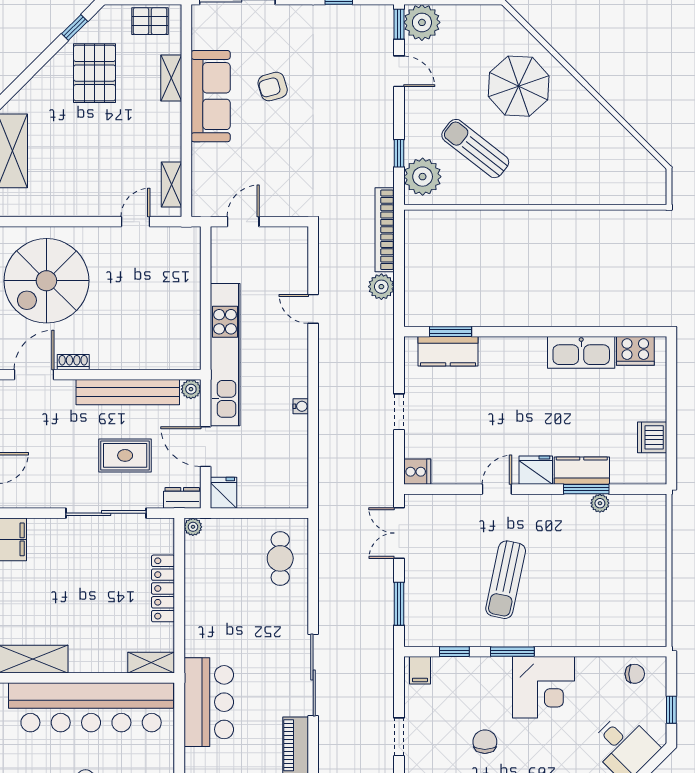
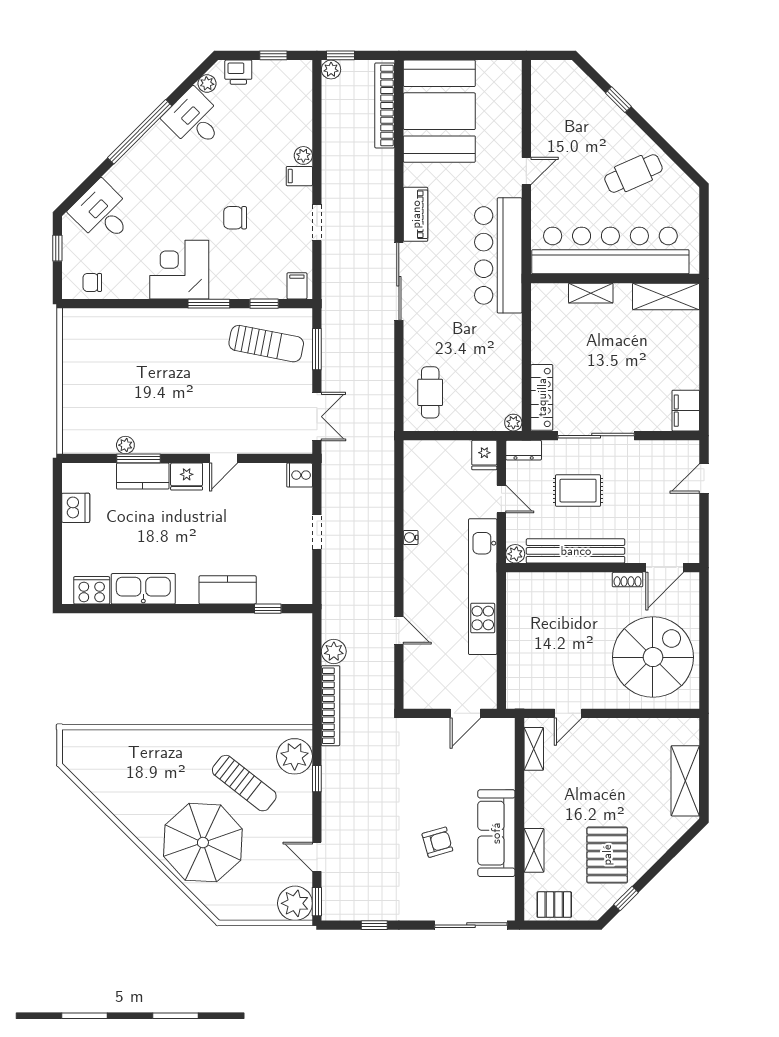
parasol: (519, 86) -> (203, 843), width x1.36, depth x1.36
window: (451, 332) -> (268, 609), width x0.67
kitchen counter: (448, 351) -> (228, 590), moved
door: (206, 447) -> (501, 499), width x0.73
sun lounger: (506, 580) -> (266, 344), moved, turned 89
locker: (163, 588) -> (542, 397), moved
shelving: (151, 663) -> (591, 293), moved
bar counter: (209, 702) -> (498, 255), width x1.36
chair: (485, 742) -> (235, 218), turned 90

